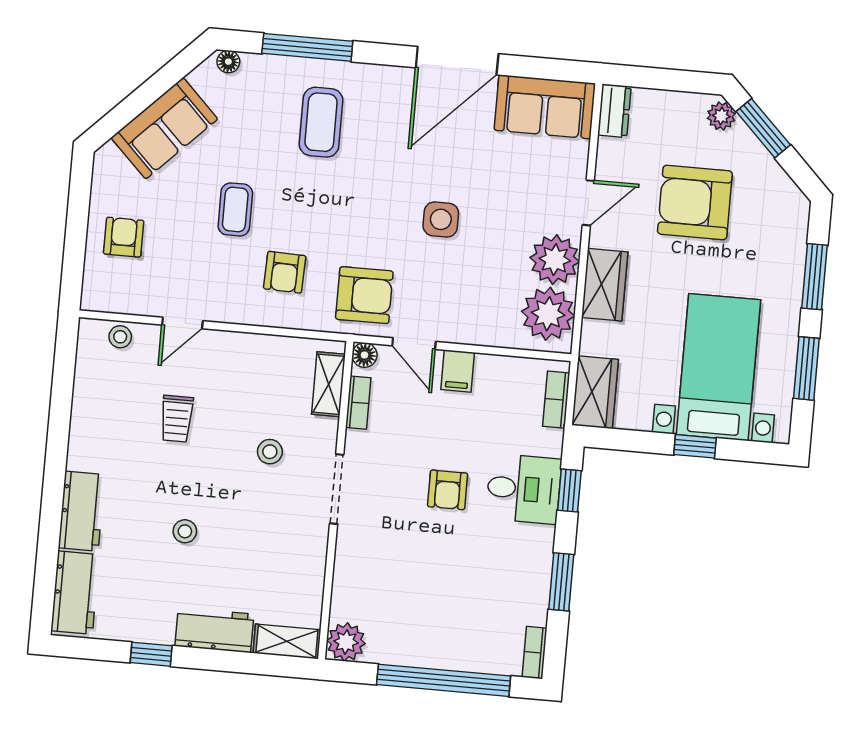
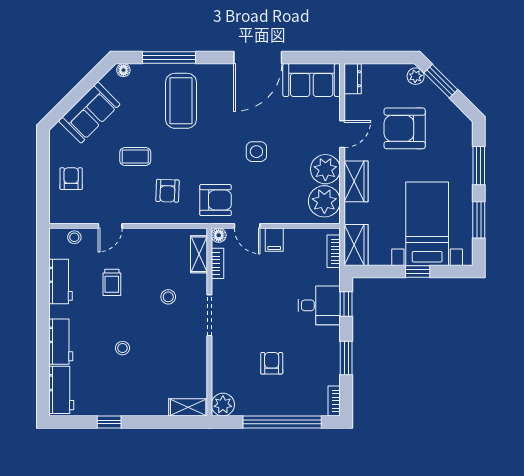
coffee table: (321, 122) -> (181, 101), width x1.36, depth x1.32
coffee table: (235, 209) -> (135, 157), turned 90
armchair: (448, 490) -> (272, 363), moved, turned 180
workbench: (214, 630) -> (61, 281), moved, turned 90

